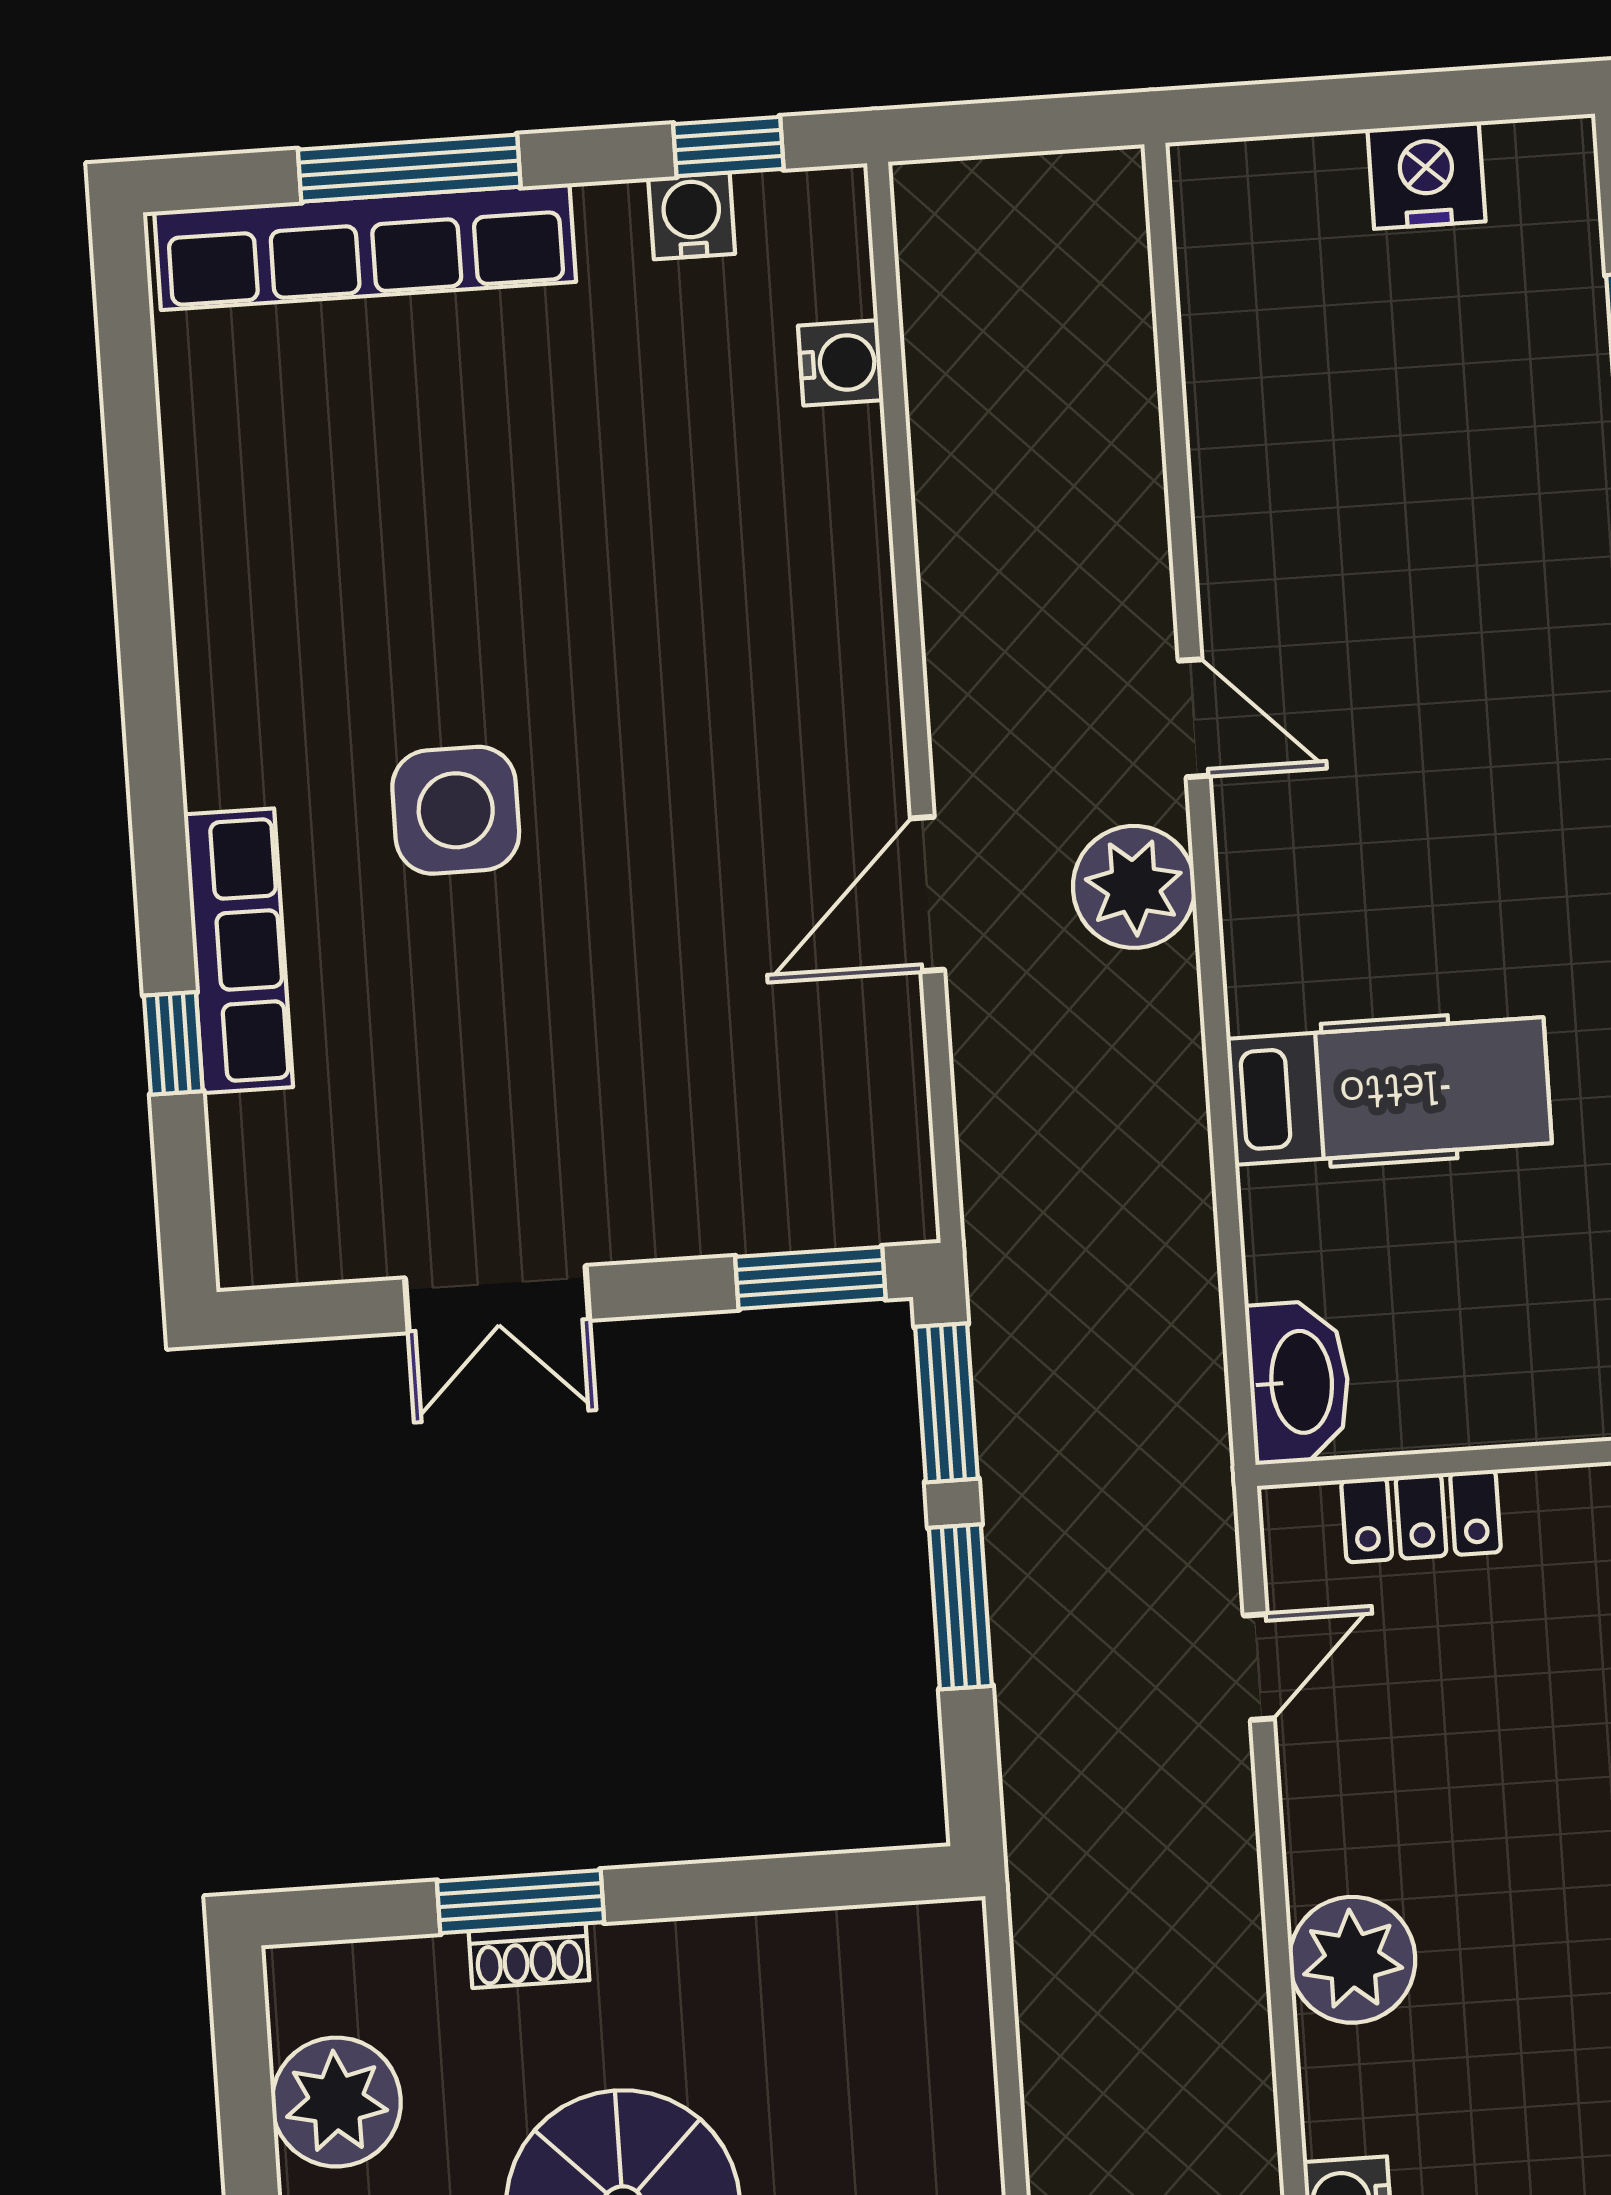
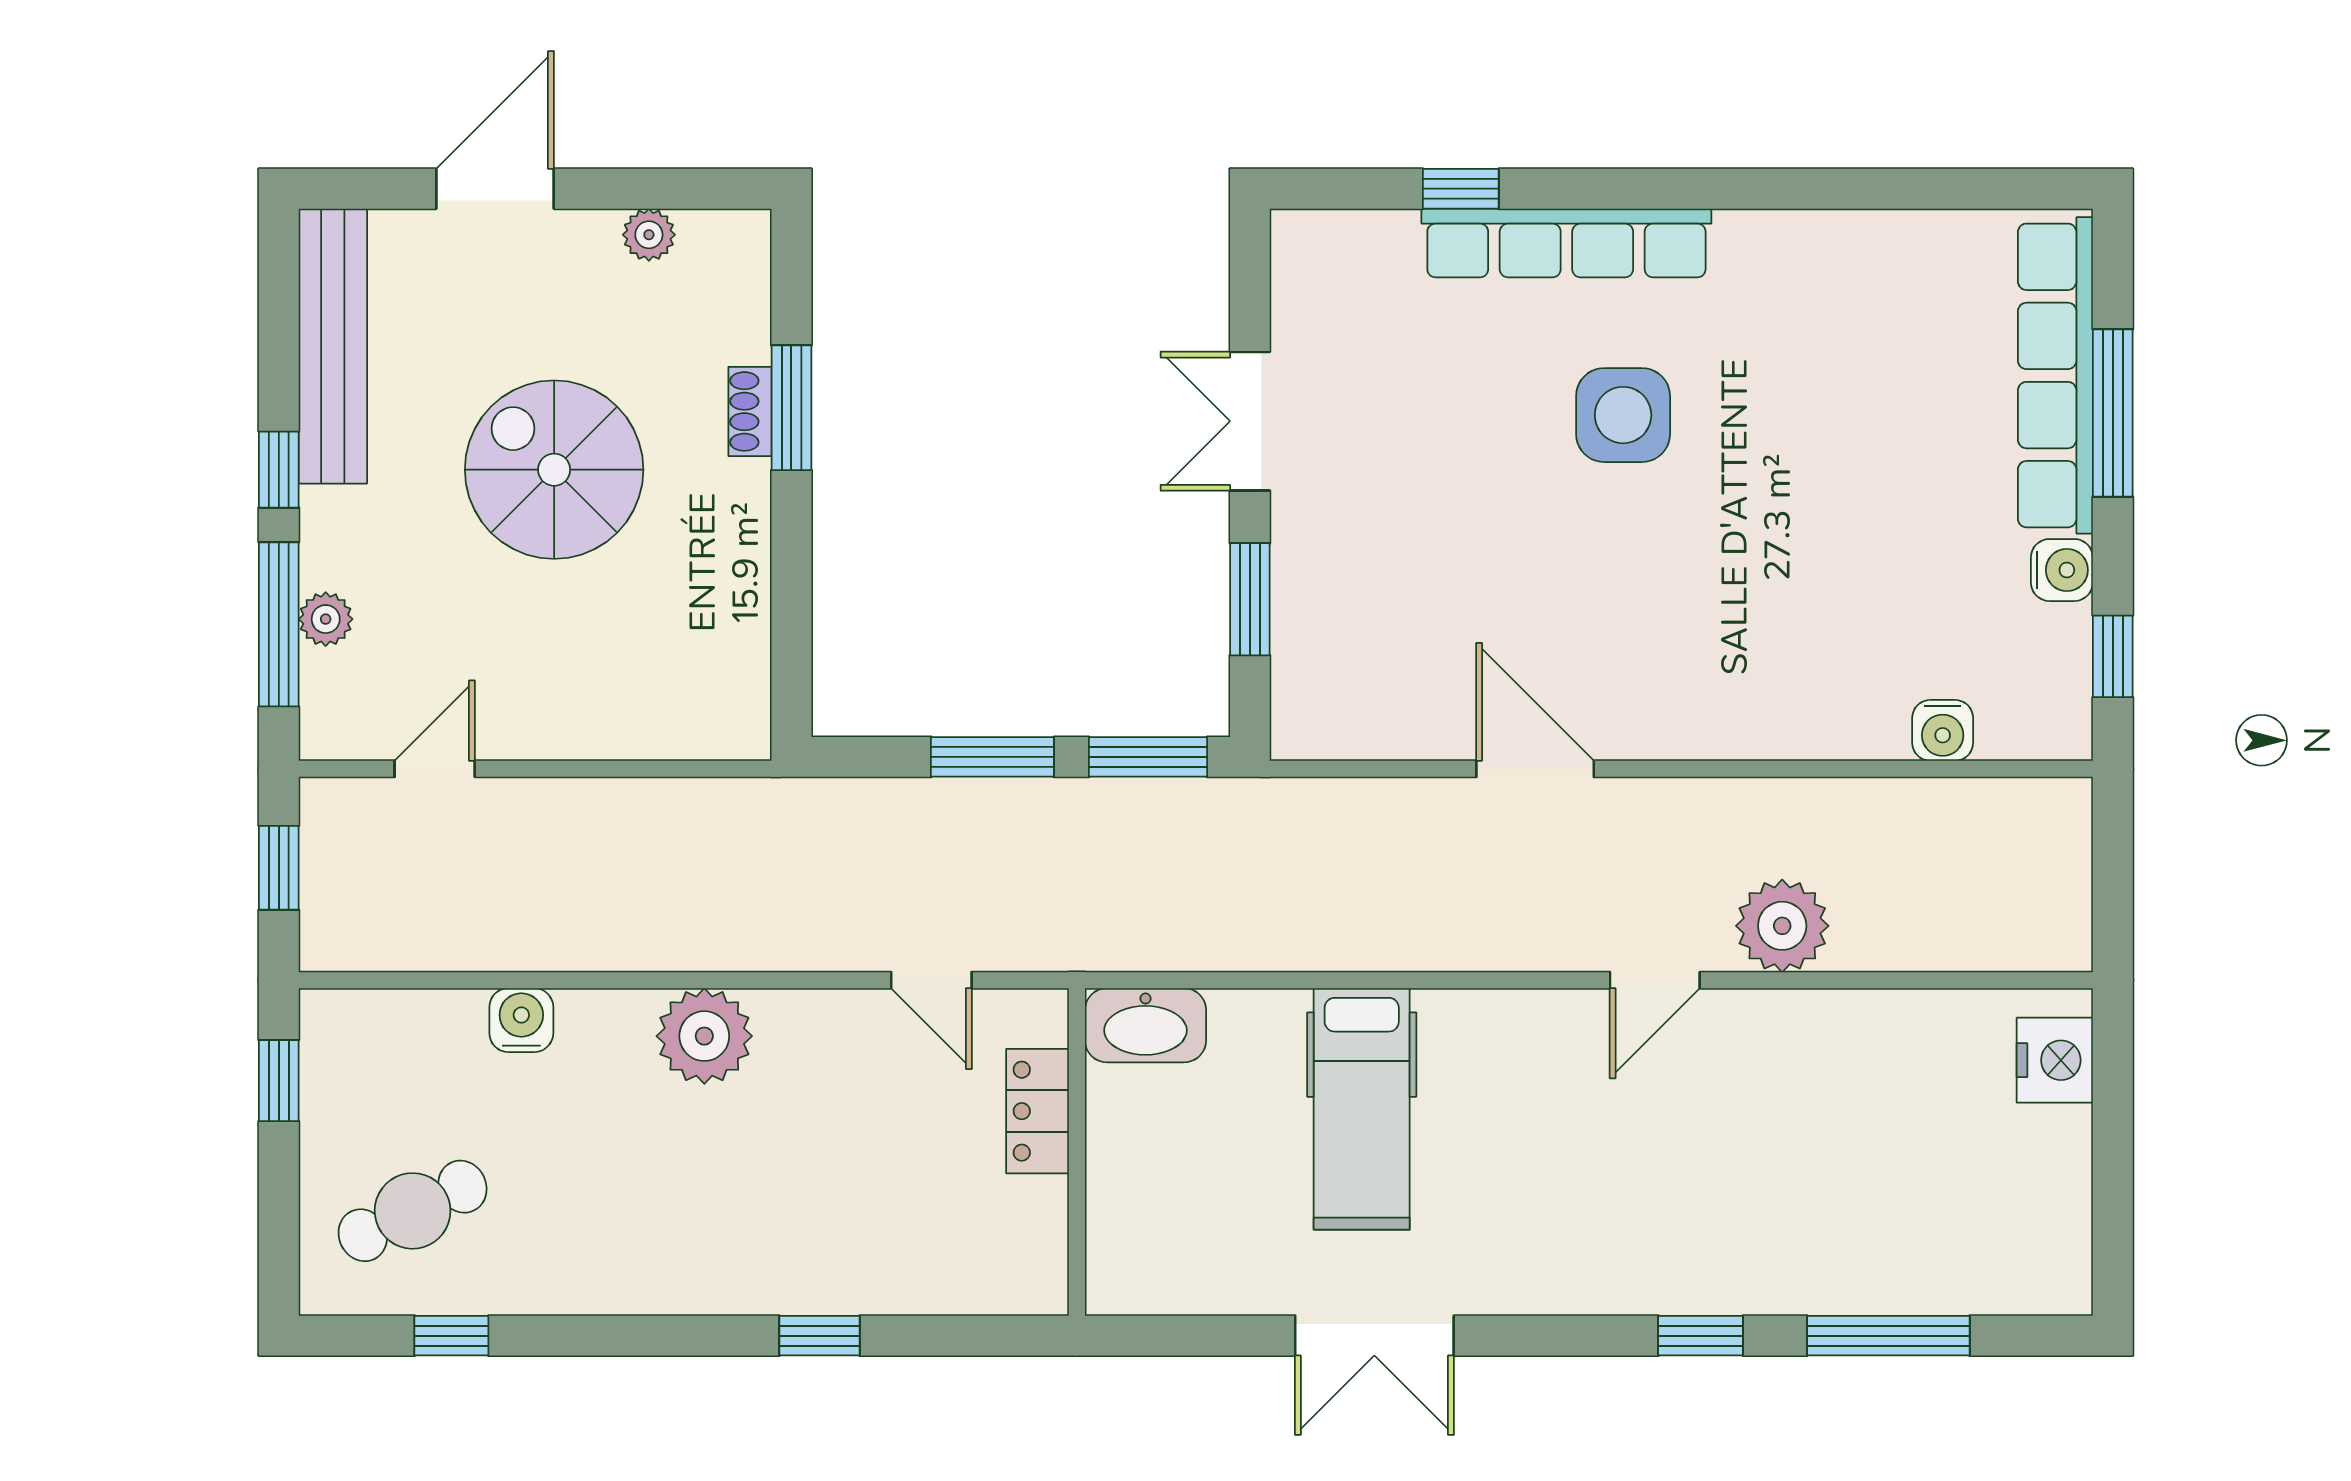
nightstand: (1426, 175) -> (2055, 1060), moved
water cooler: (692, 216) -> (2062, 570), moved
plant: (1134, 887) -> (1782, 926), moved
row of seats: (238, 951) -> (1566, 243), width x1.36
window: (810, 1278) -> (1250, 599), moved
plant: (336, 2102) -> (649, 235), width x0.53, depth x0.53

